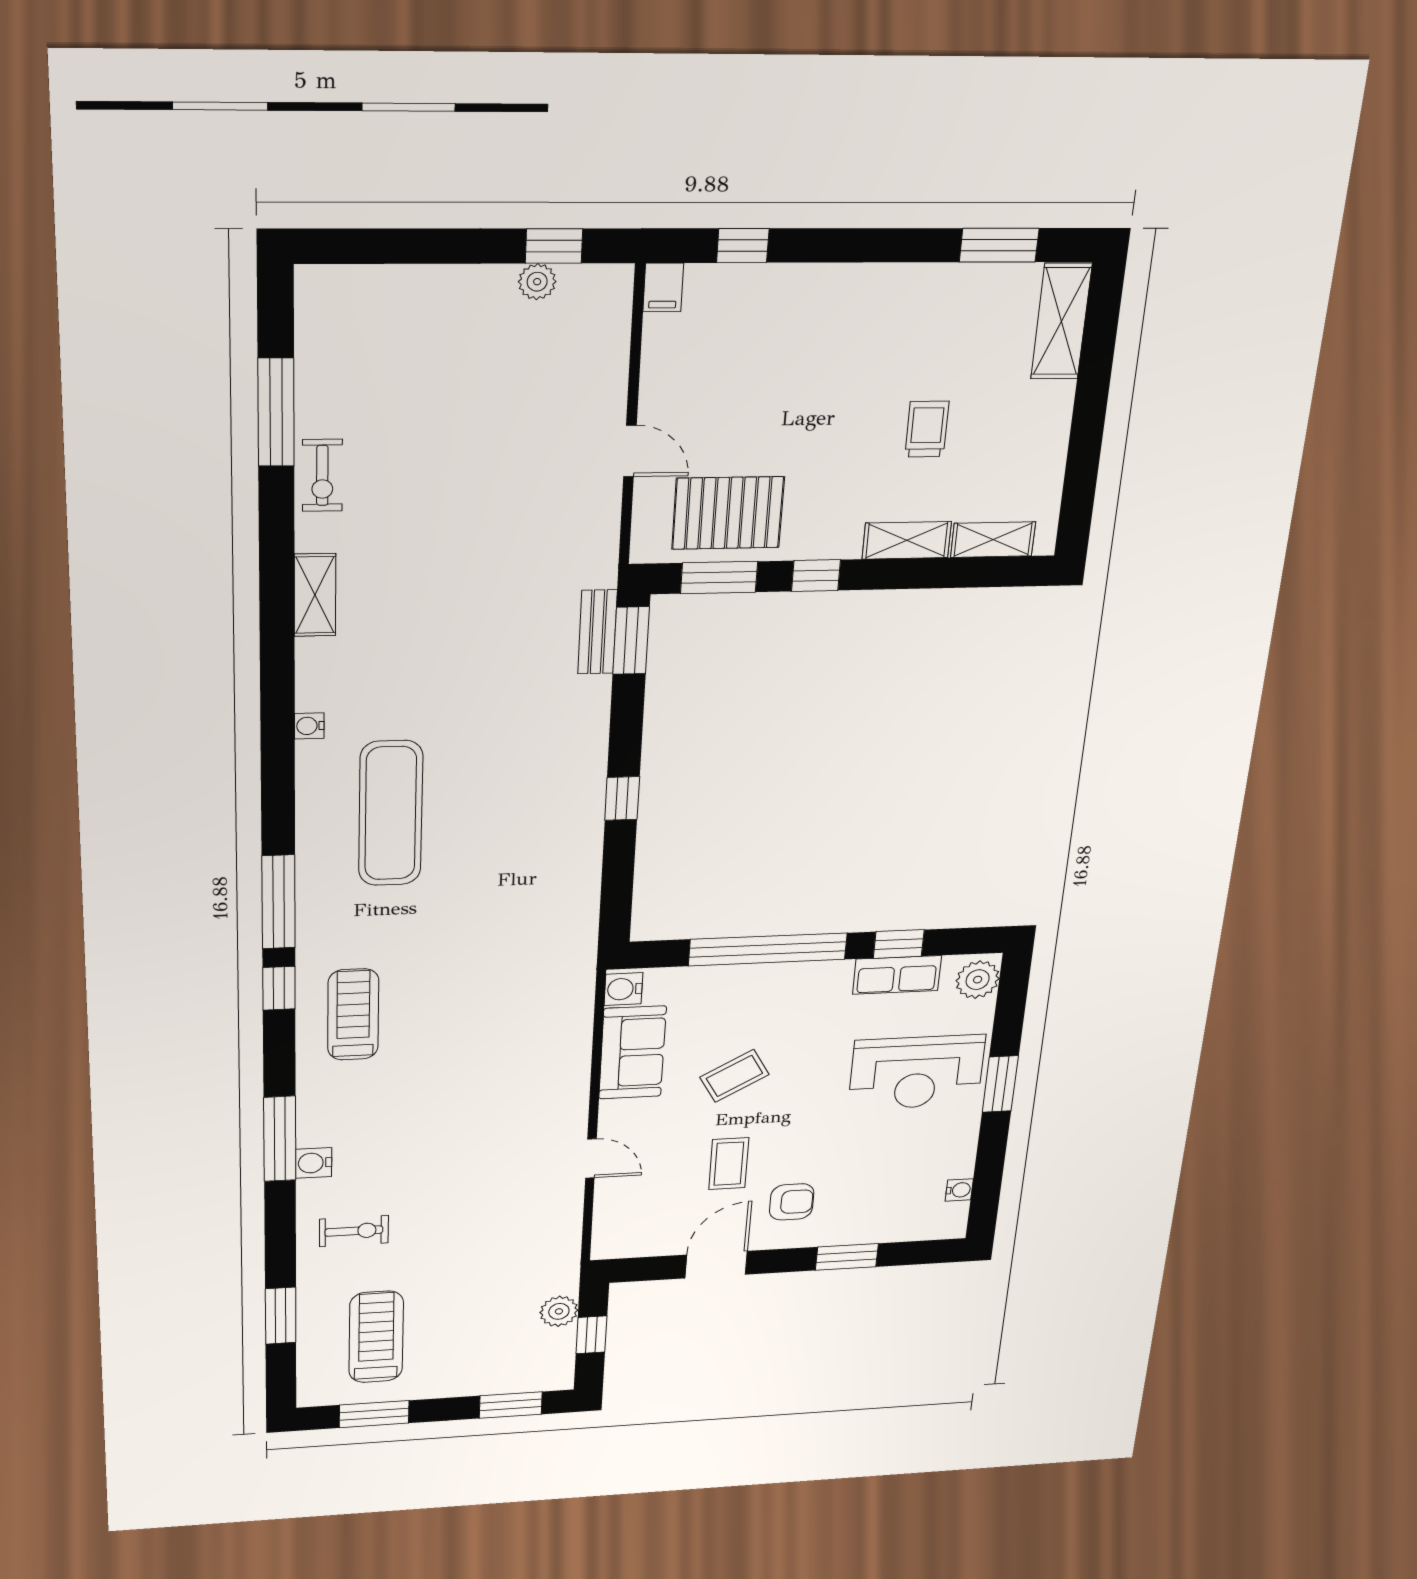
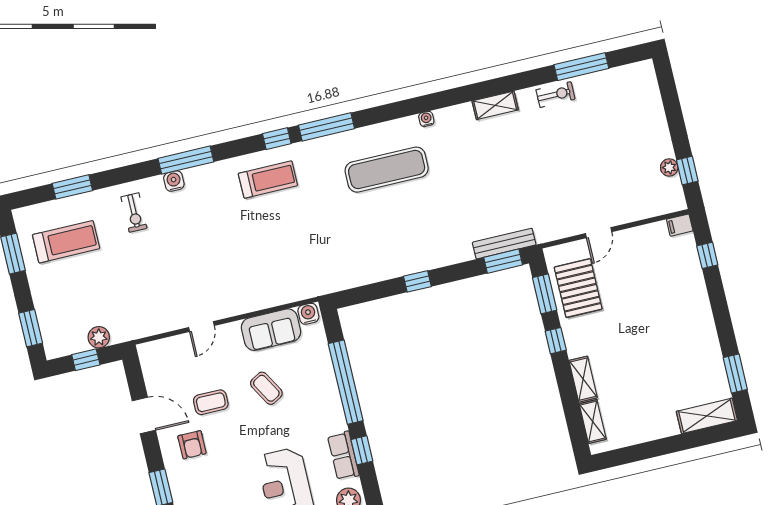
trolley: (927, 429) -> (641, 370), removed
exercise bike: (322, 475) -> (555, 95), turned 180
bench: (597, 632) -> (504, 244), width x1.36

